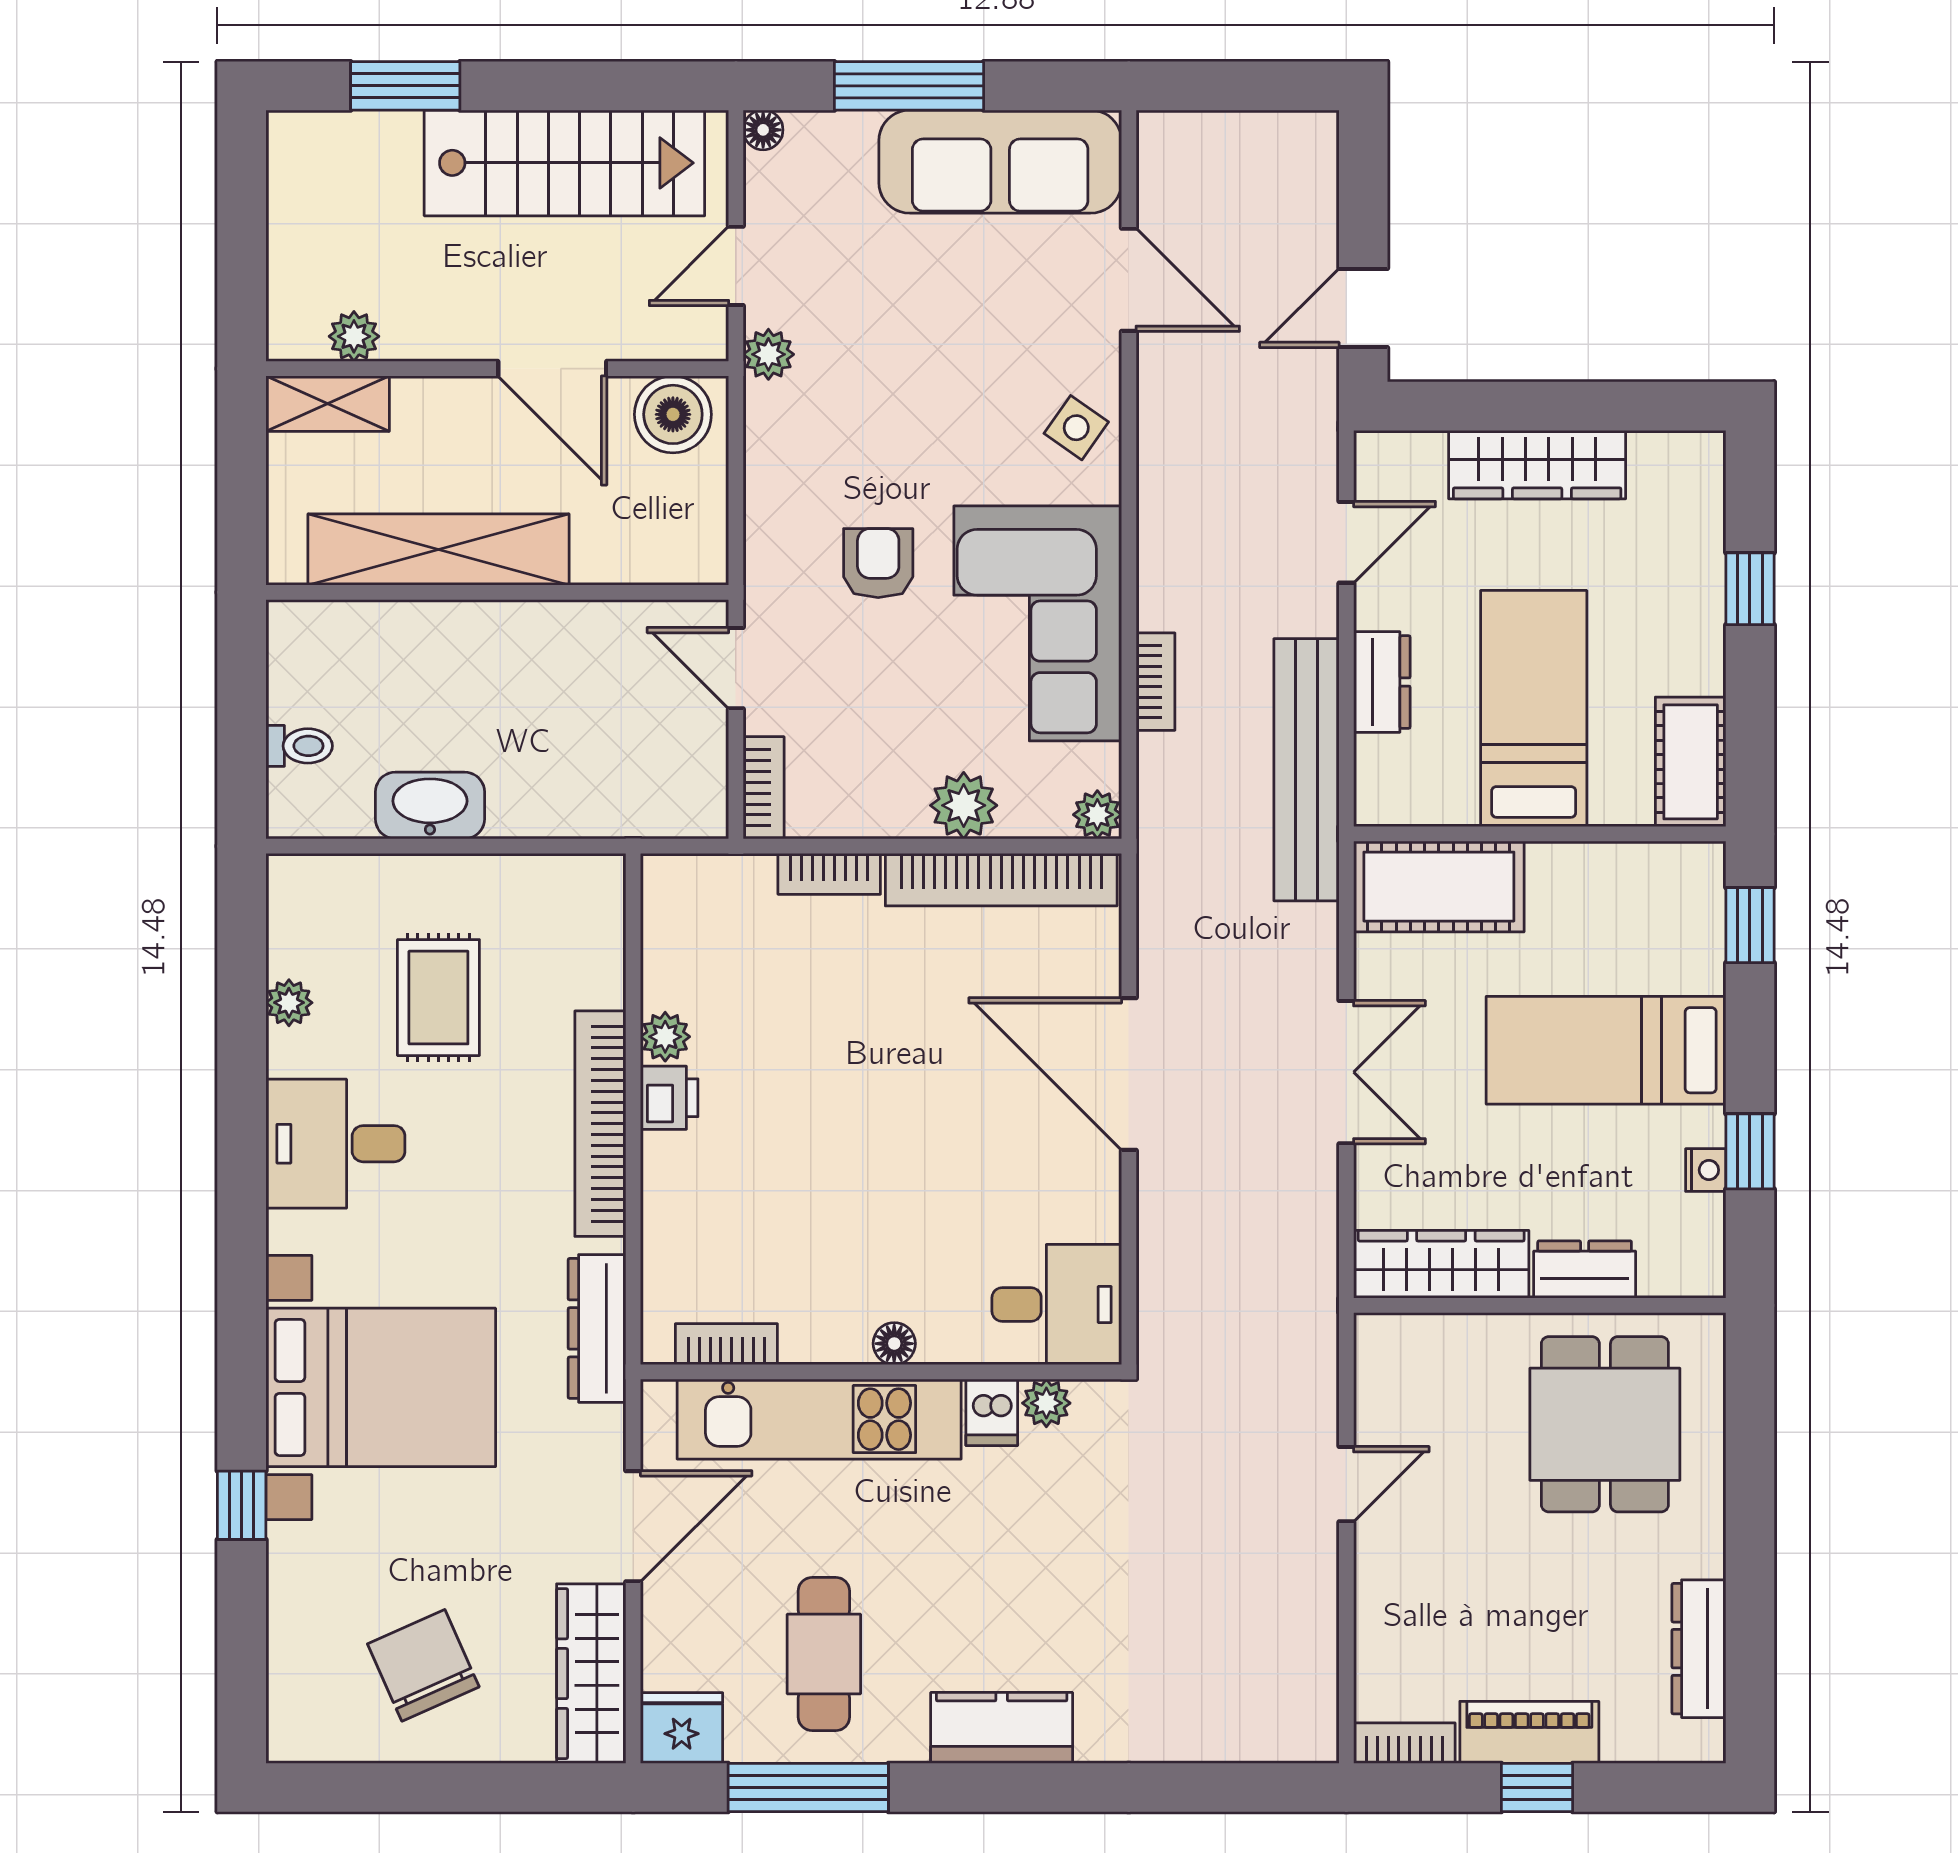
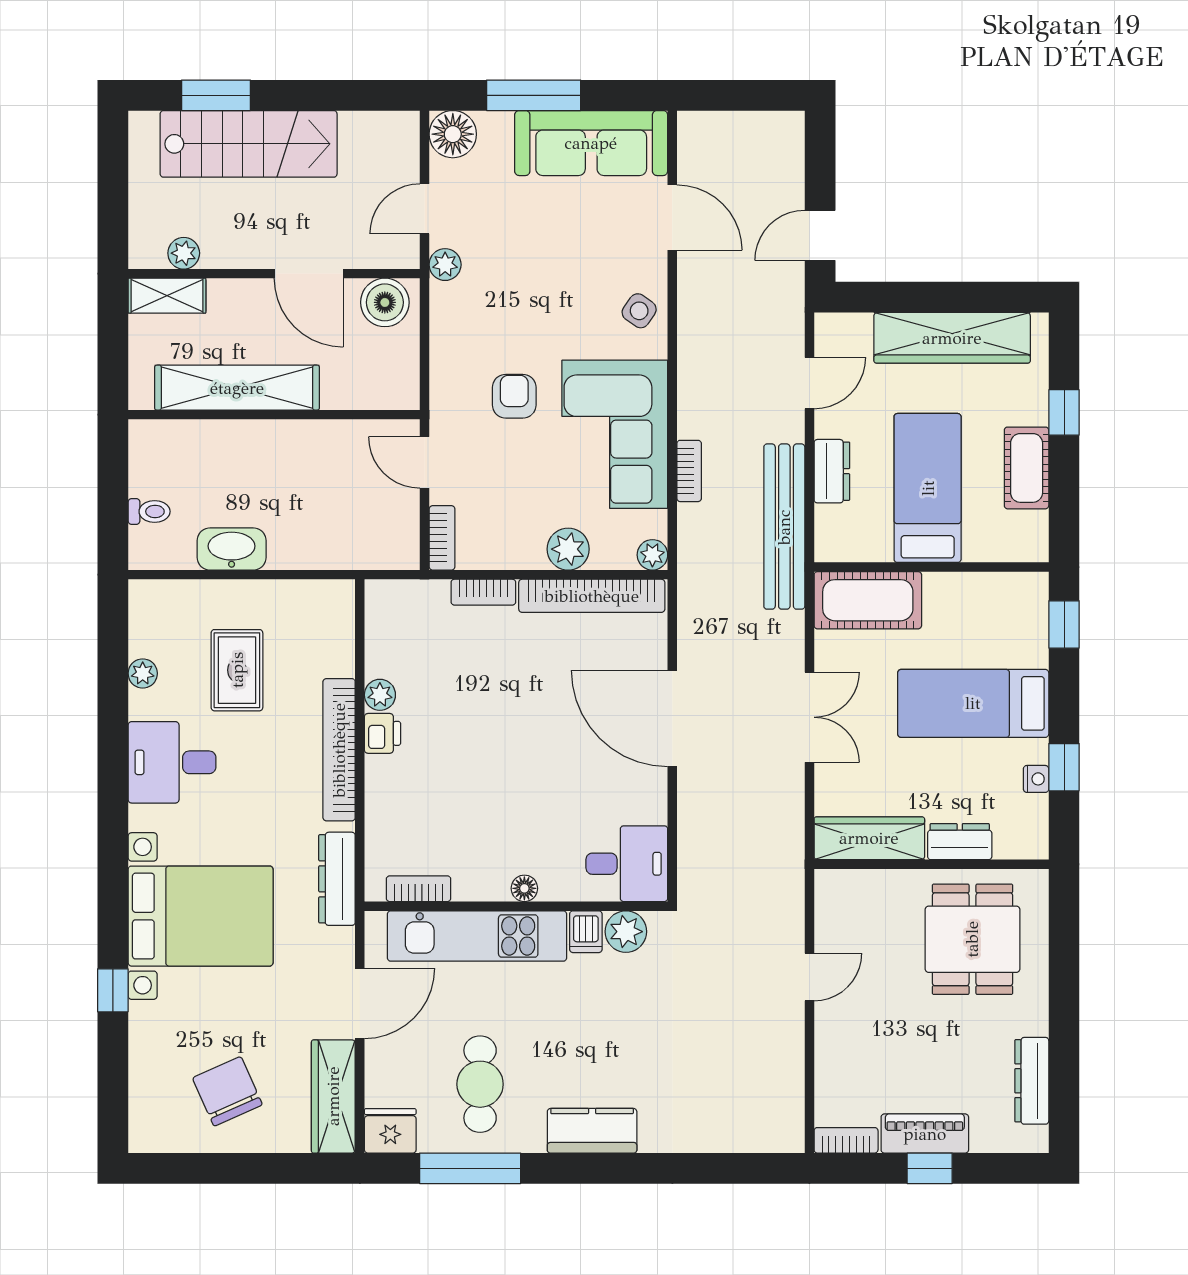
floor lamp: (763, 130) -> (453, 134), width x1.89, depth x1.89
stairs: (564, 163) -> (249, 144), moved
wardrobe: (1537, 465) -> (952, 338), width x1.40, depth x1.17
cot: (1691, 762) -> (1027, 468), moved
plant: (1046, 1403) -> (626, 932), width x1.38, depth x1.38

